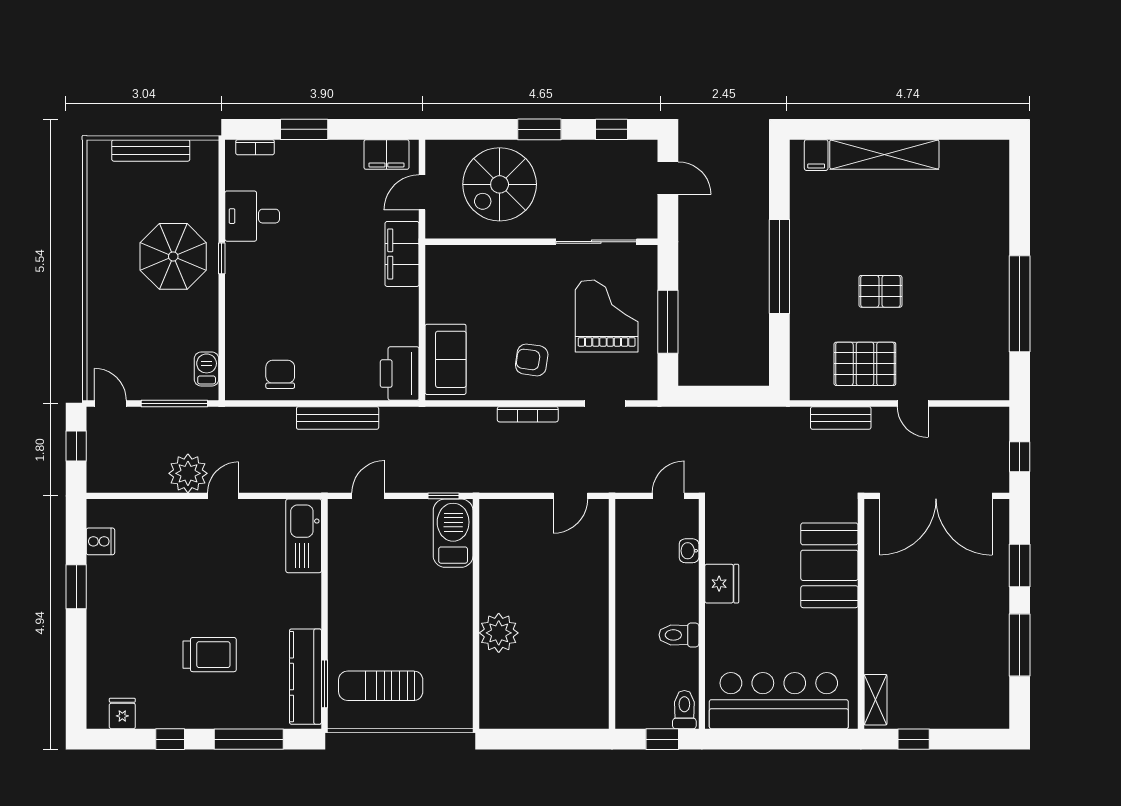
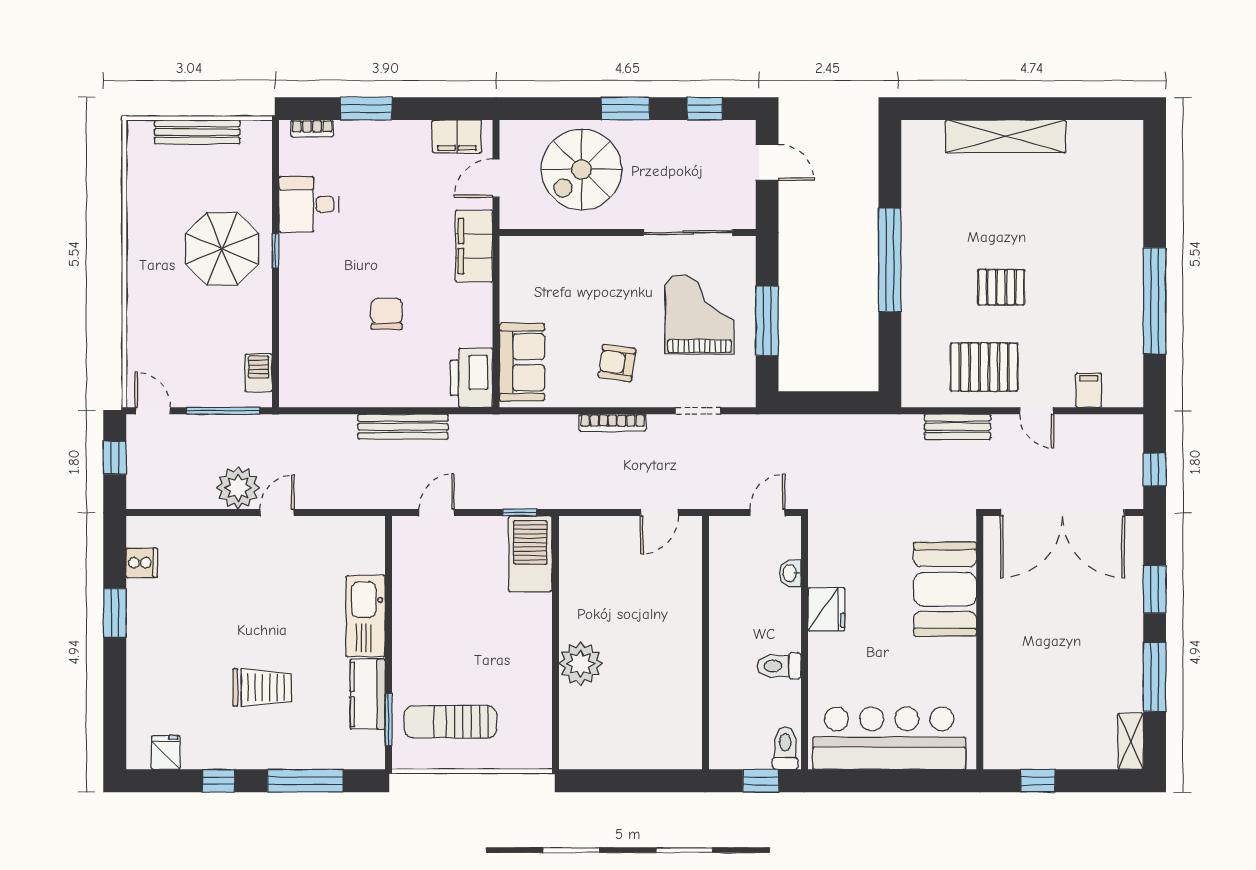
filing cabinet: (816, 155) -> (1089, 390), moved, turned 180
chair: (280, 374) -> (387, 314), moved
kitchen sink: (304, 536) -> (366, 616), moved
kitchen counter: (305, 677) -> (368, 694), width x0.67
shelving: (876, 700) -> (1131, 741), moved

